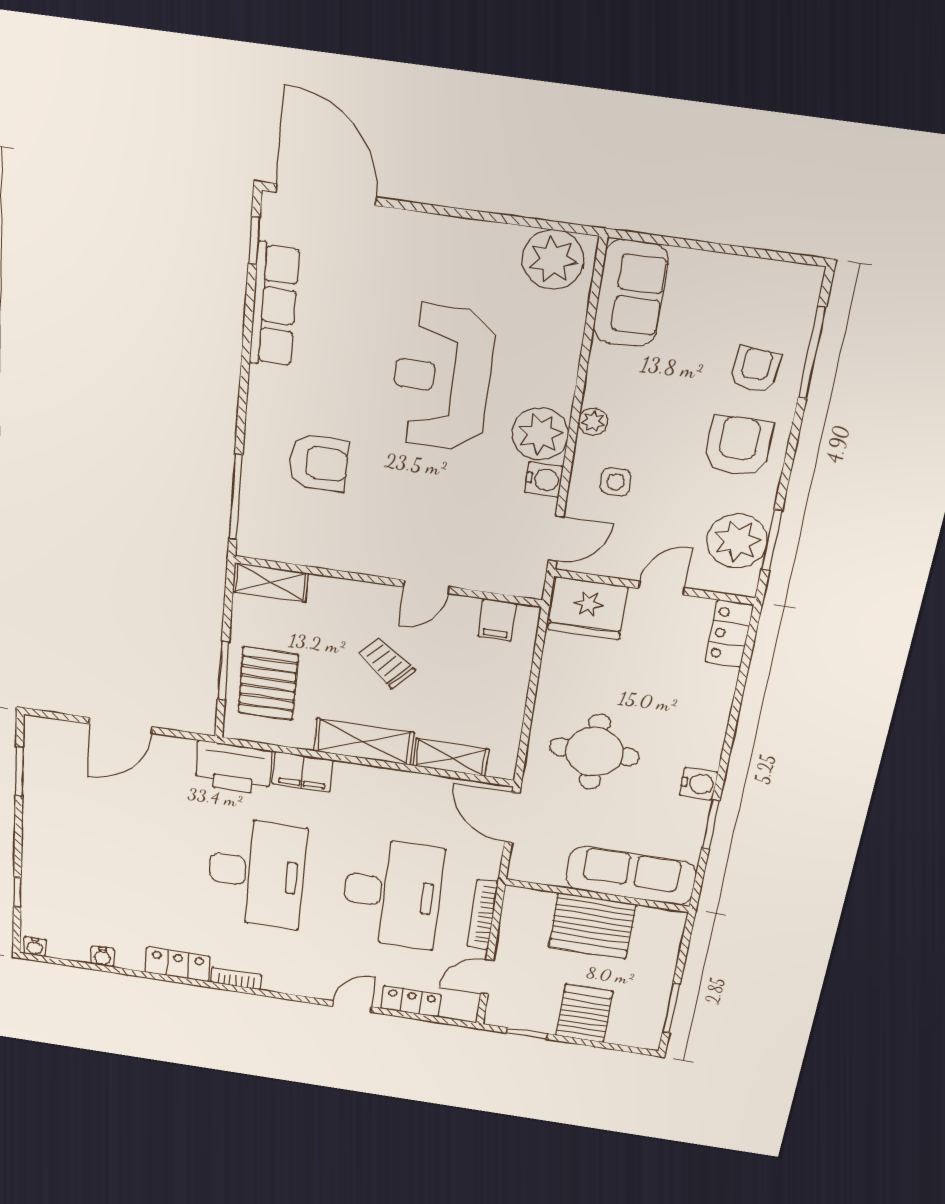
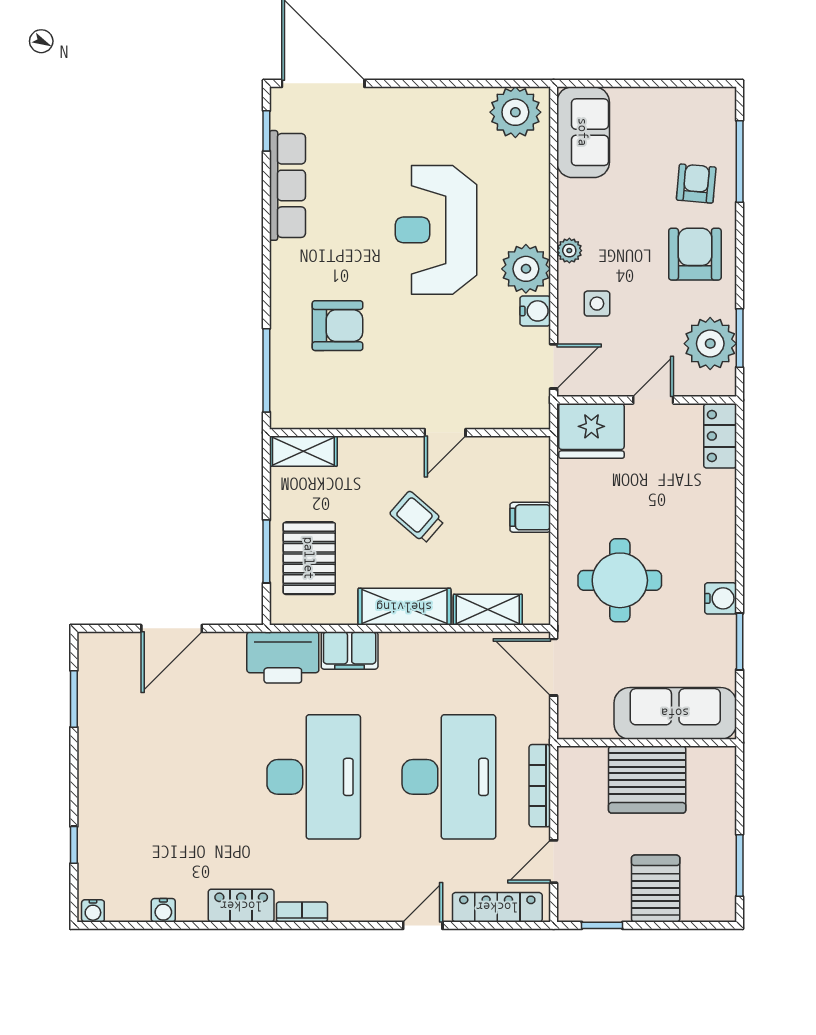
filing cabinet: (497, 620) -> (530, 517), moved, turned 90
locker: (411, 1002) -> (497, 907), width x1.53

